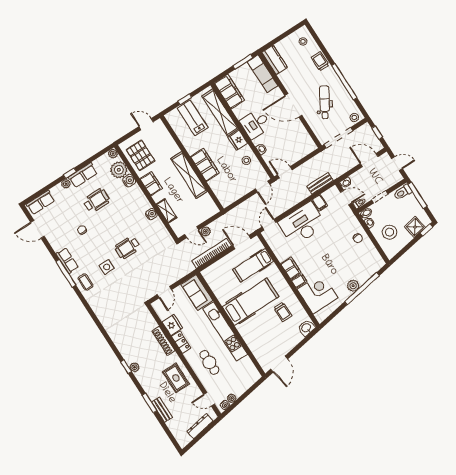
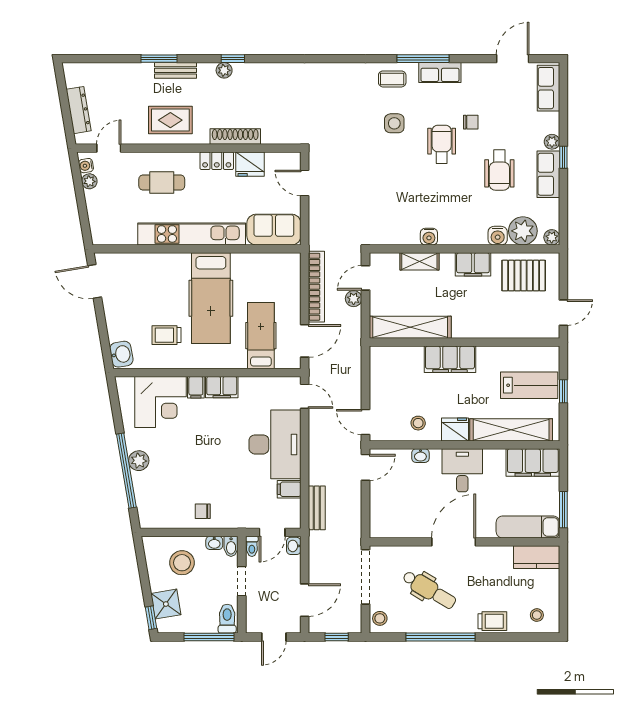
shelving: (189, 175) -> (410, 327), moved
wheelchair: (127, 247) -> (442, 144), moved
bench: (162, 410) -> (176, 70), moved

